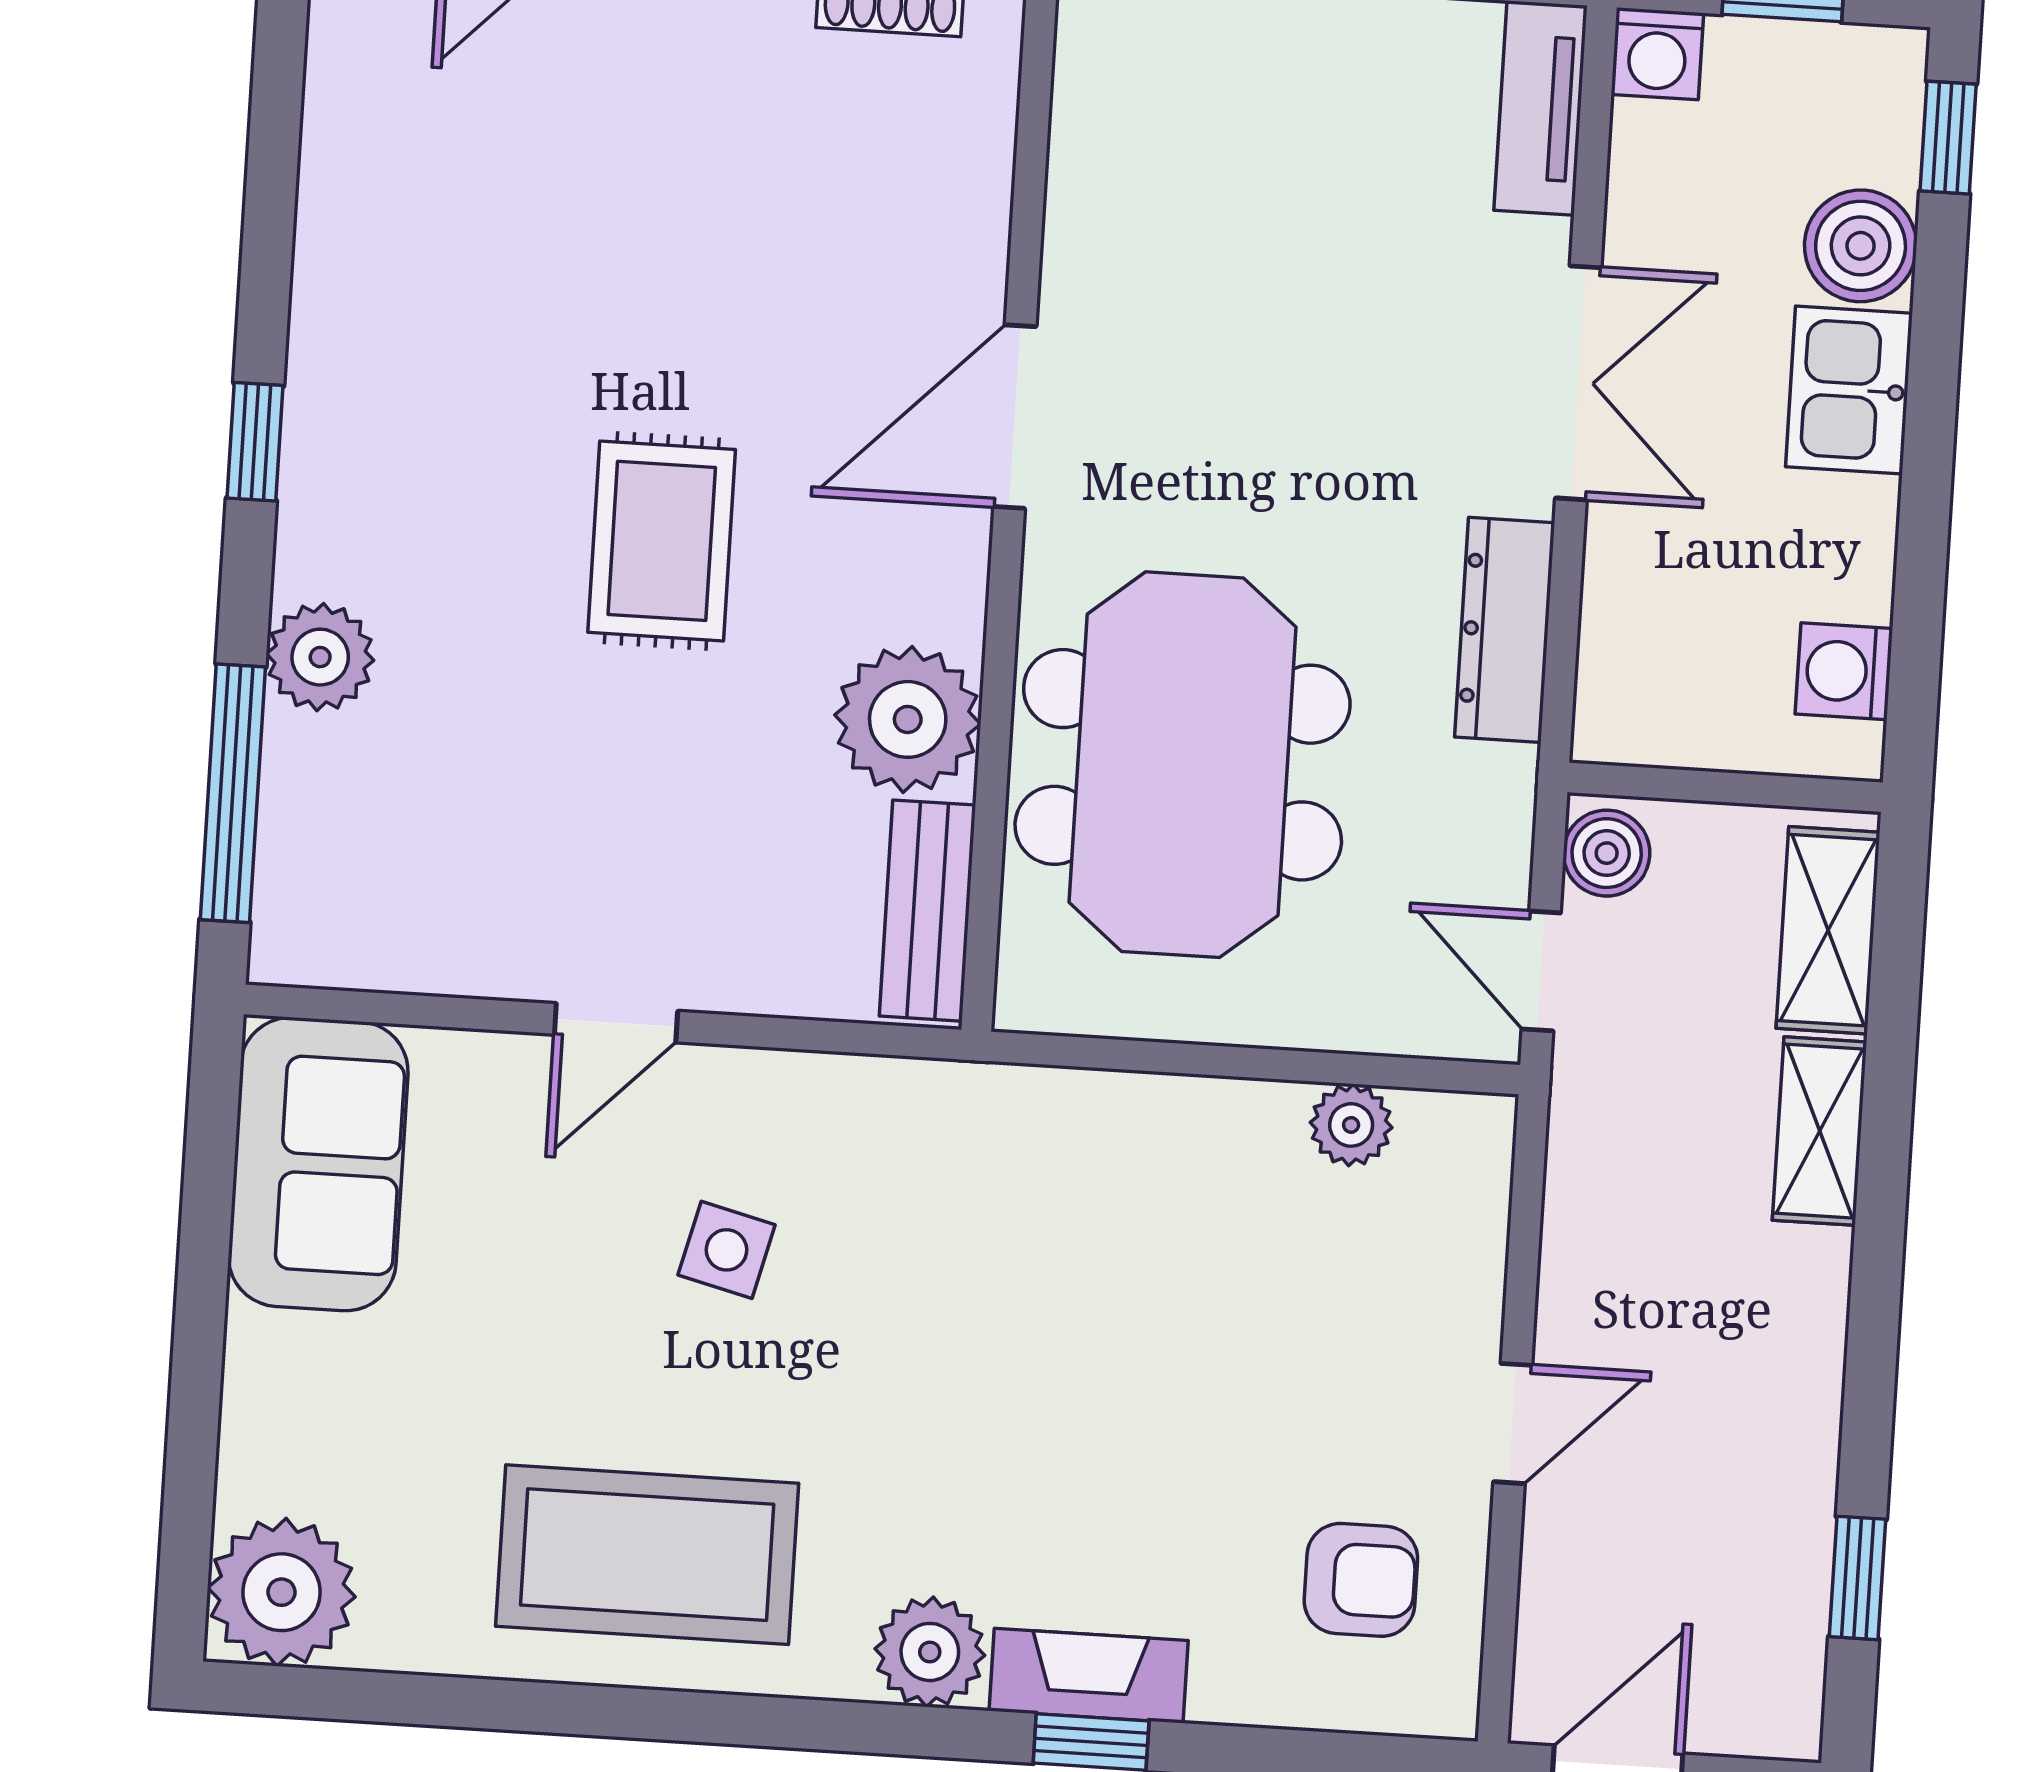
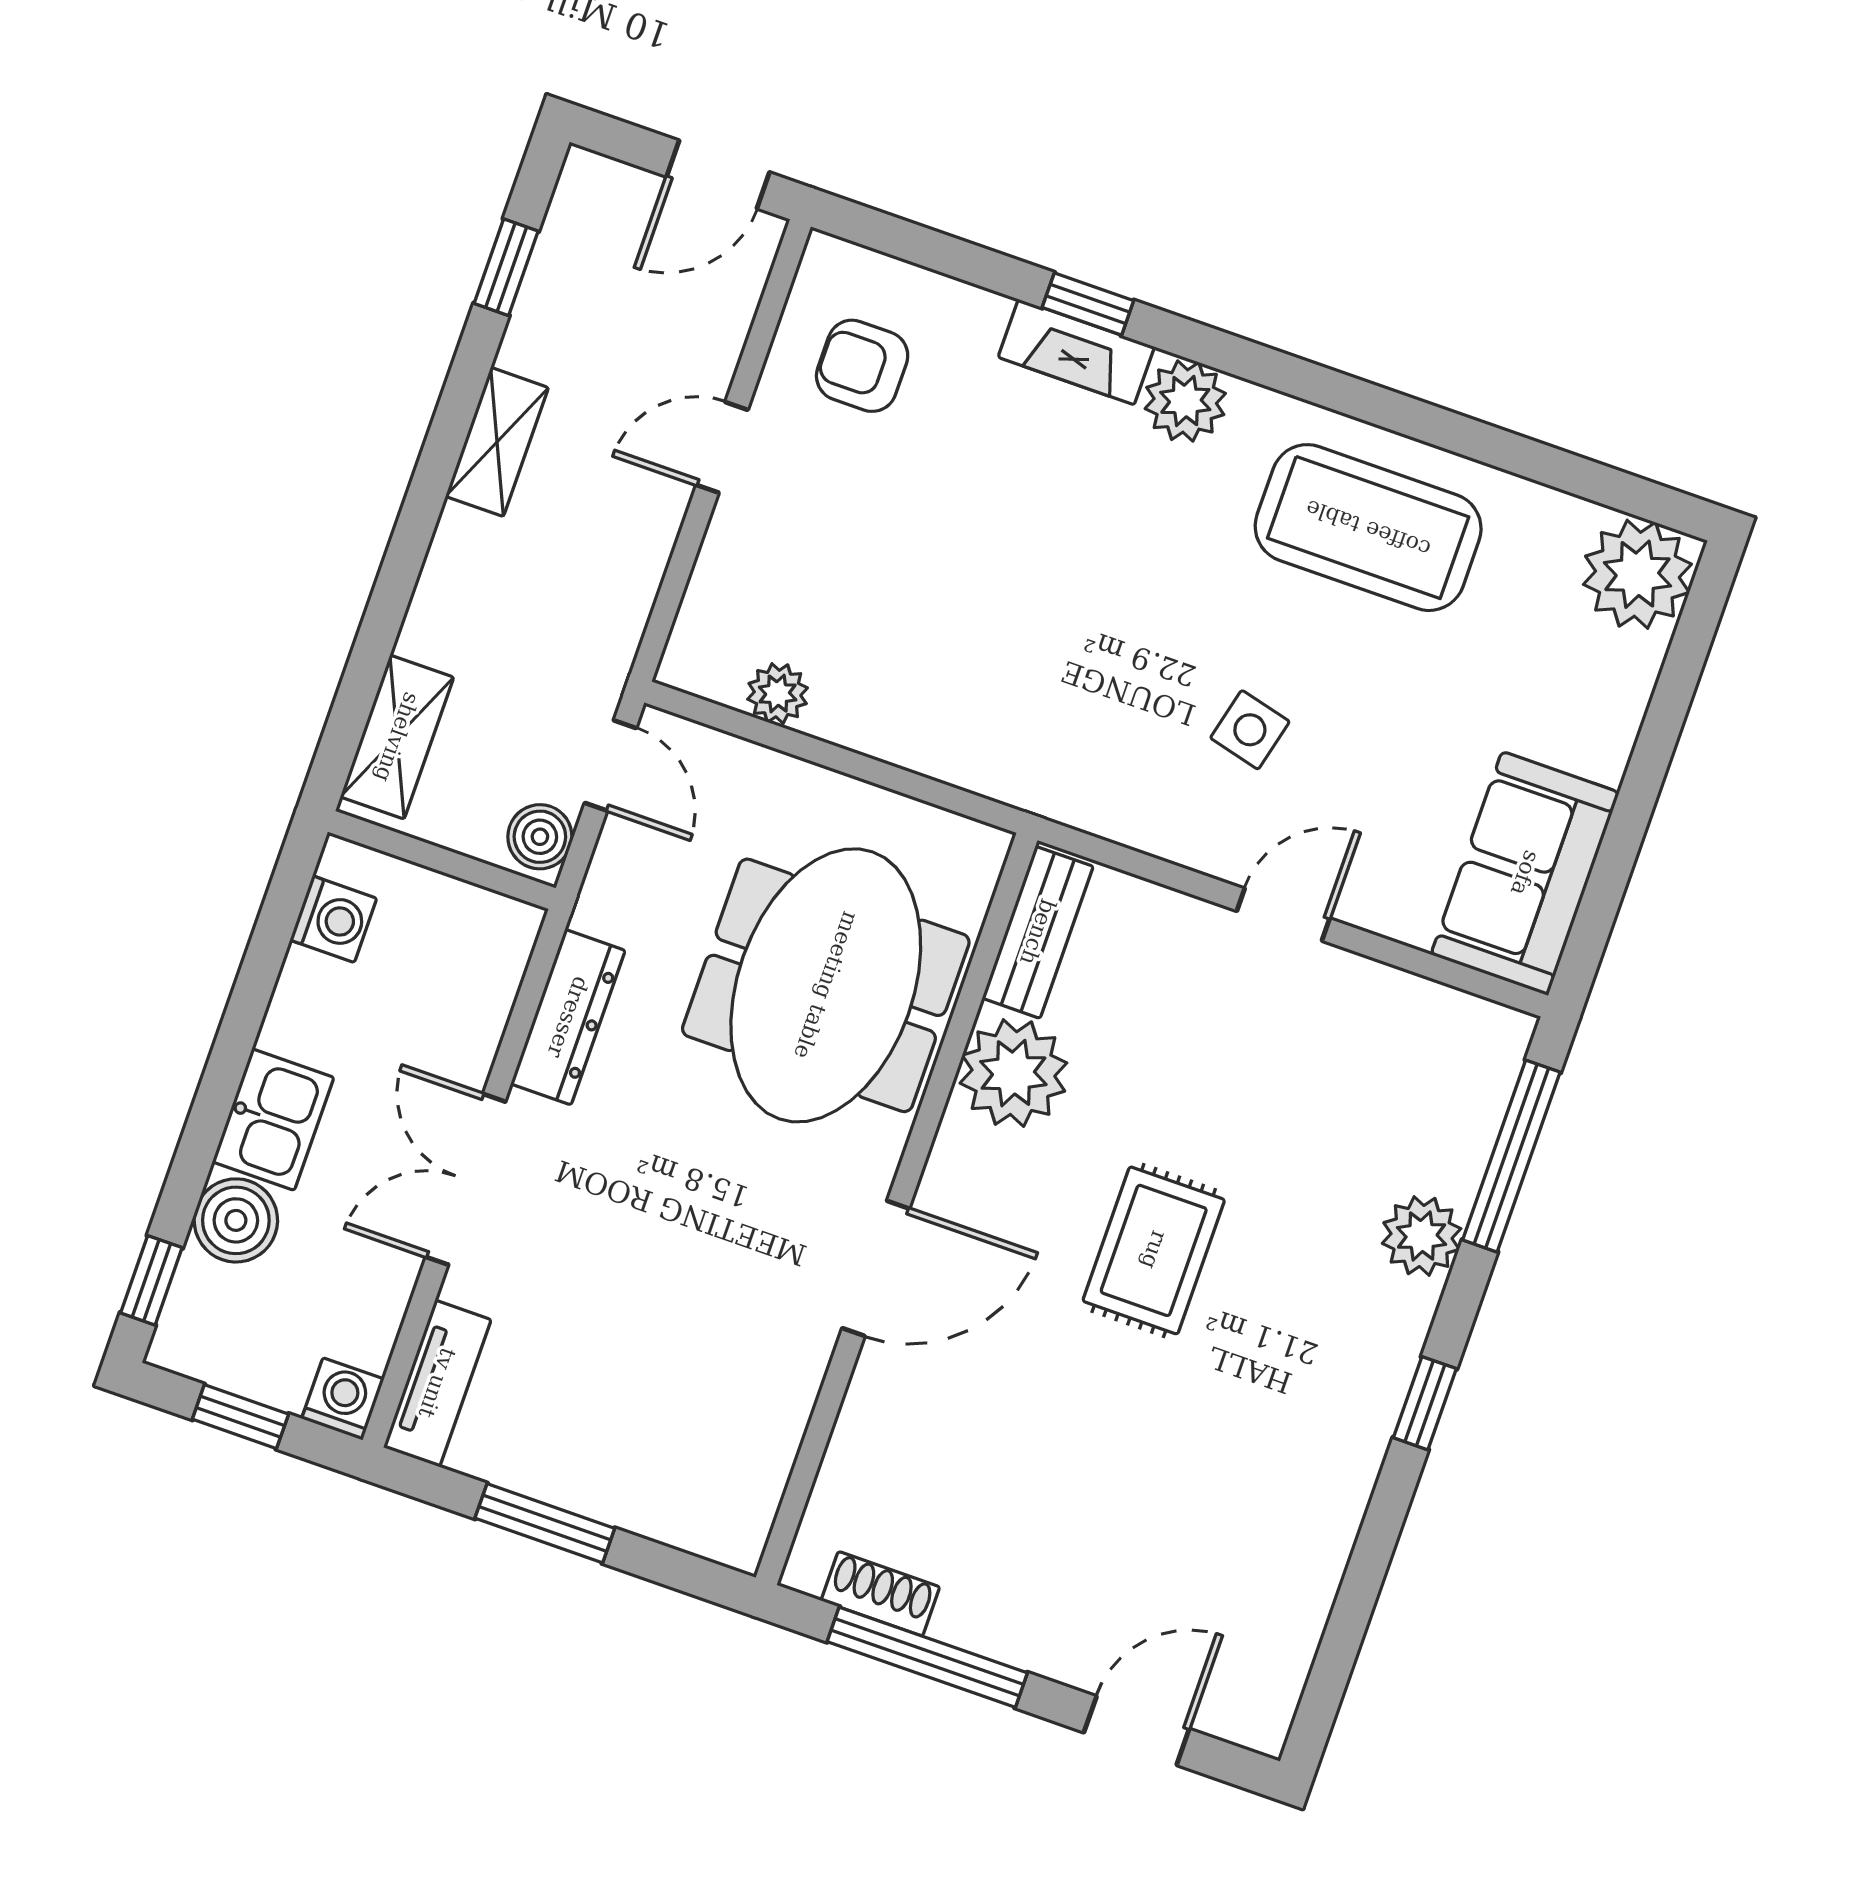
shelving: (1820, 1131) -> (497, 442), moved

